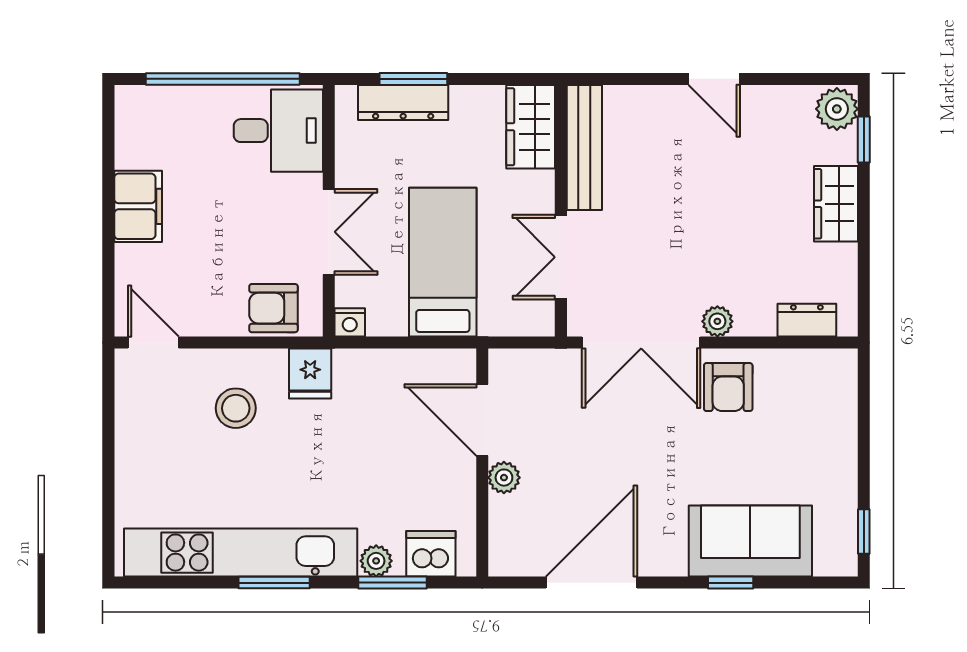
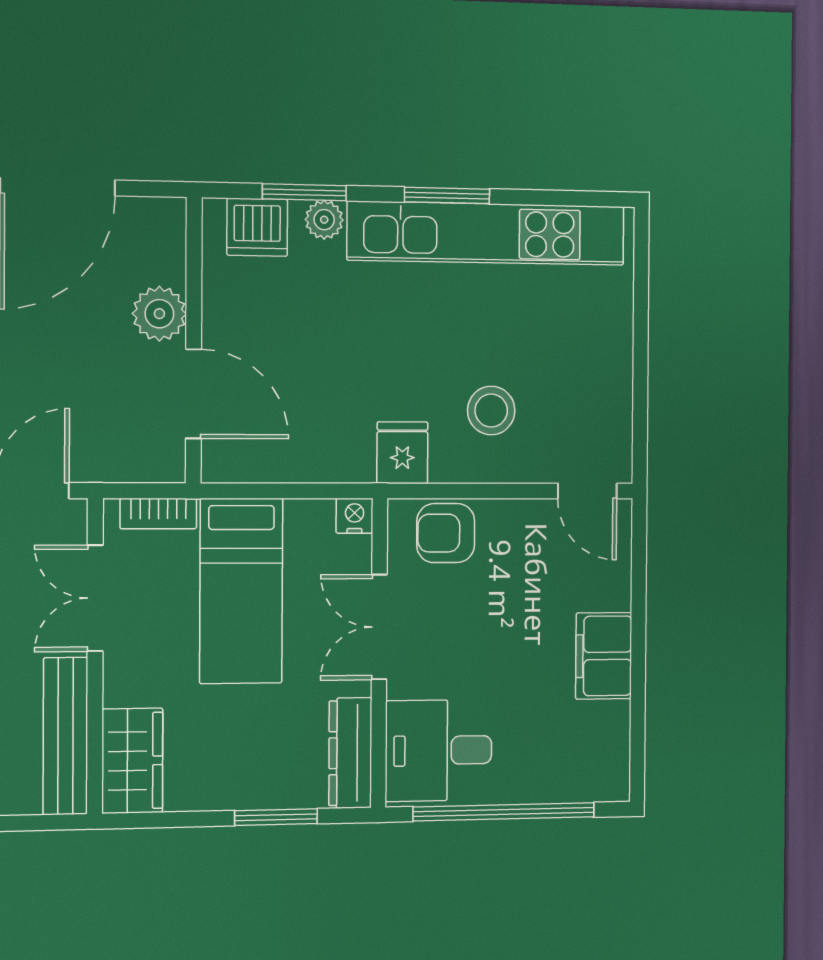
dresser: (403, 102) -> (350, 753), moved, turned -90
double door: (561, 257) -> (95, 598), swing flipped
armchair: (274, 308) -> (446, 533), turned 180
bookcase: (510, 324) -> (158, 513), added
plant: (504, 478) -> (159, 314), width x1.38, depth x1.38

